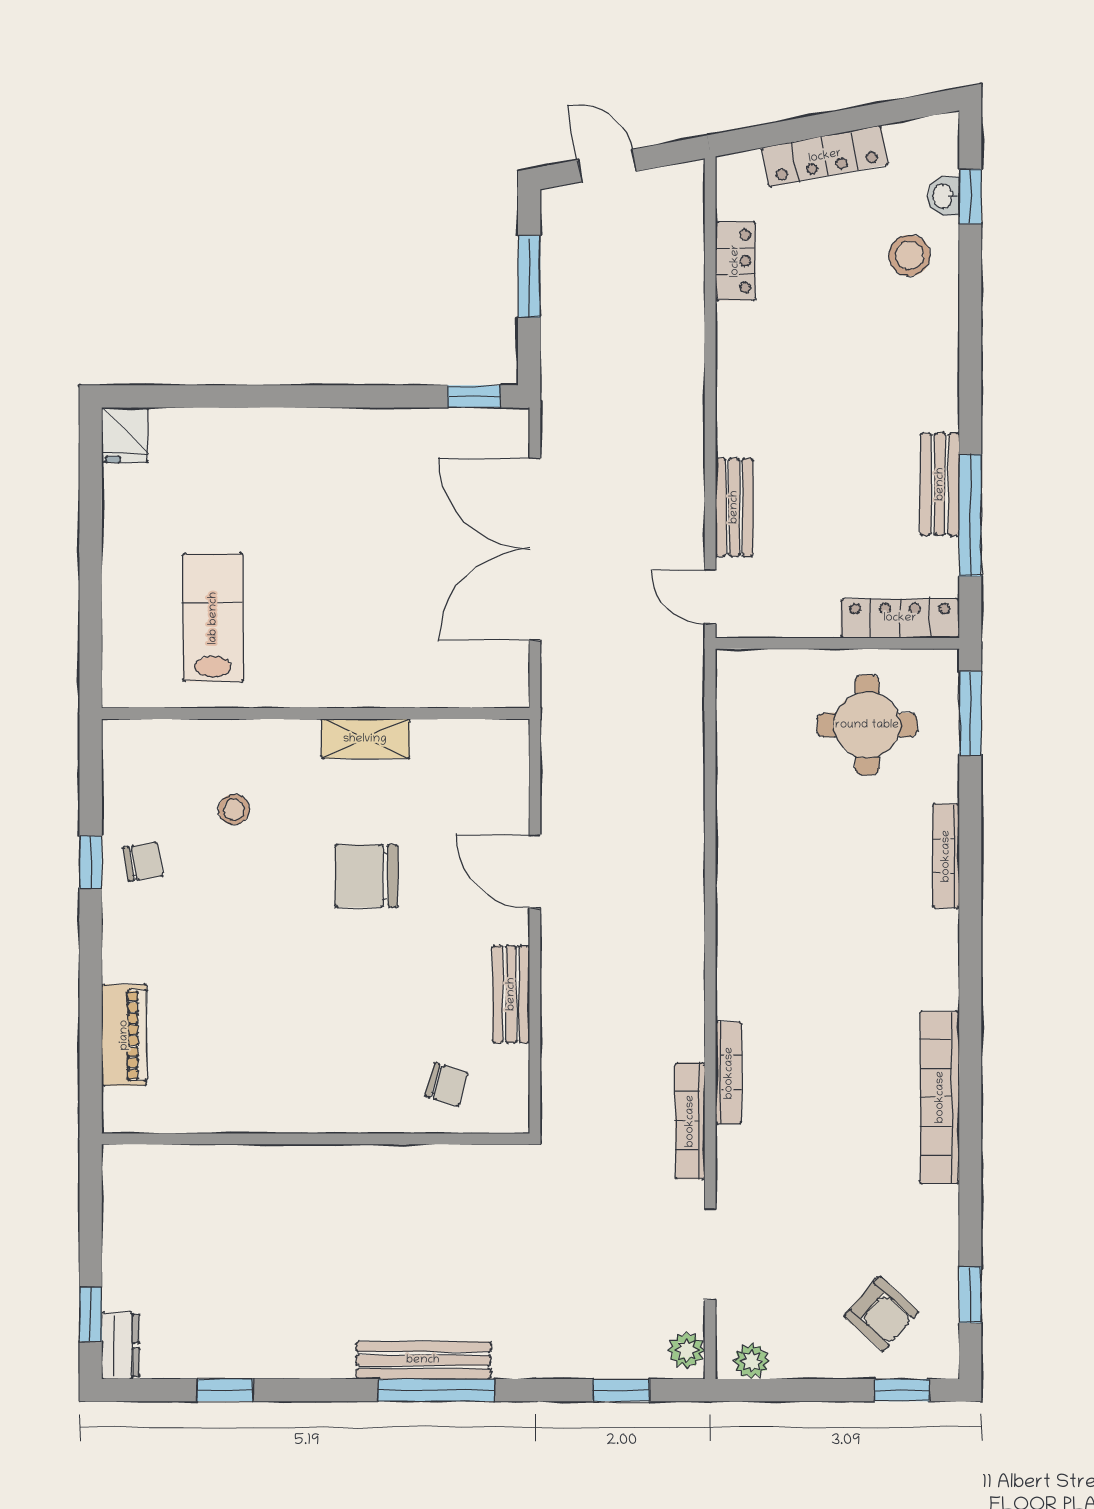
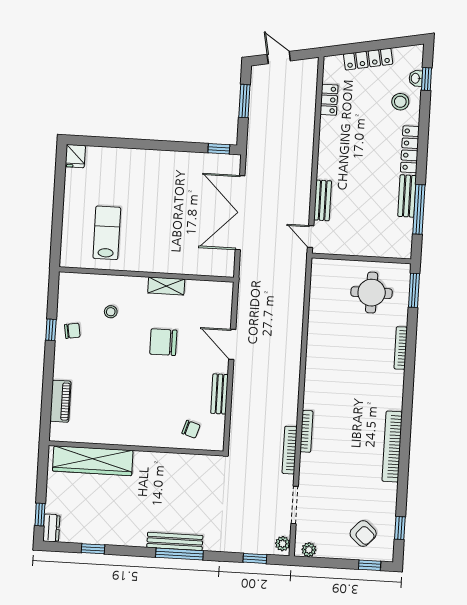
locker: (900, 618) -> (410, 149), moved, turned -90
wardrobe: (212, 1175) -> (93, 461), added

